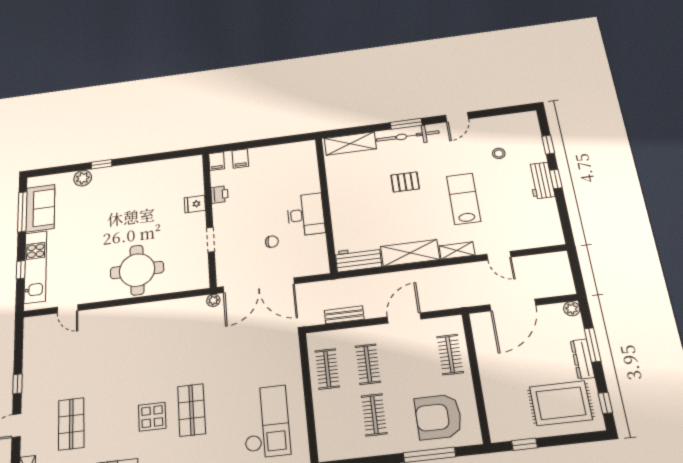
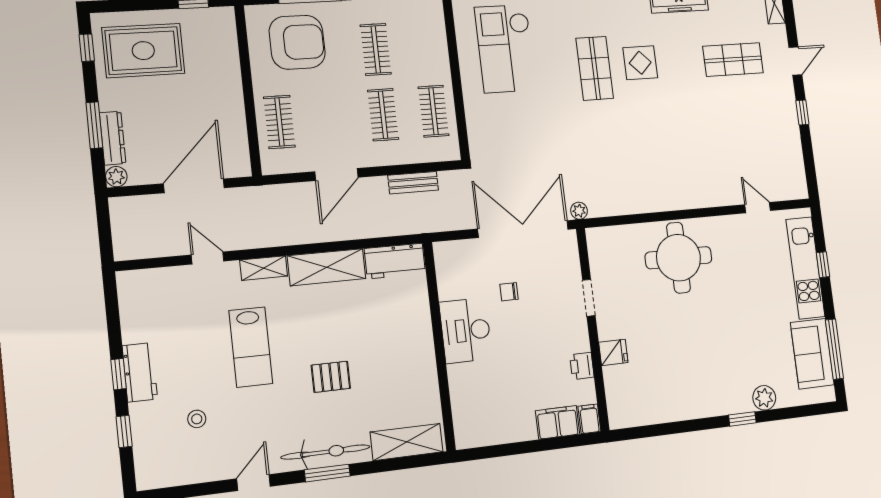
filing cabinet: (240, 158) -> (558, 422), width x2.00
dresser: (582, 359) -> (113, 138), moved
shop shelf: (71, 424) -> (733, 59), turned 90

